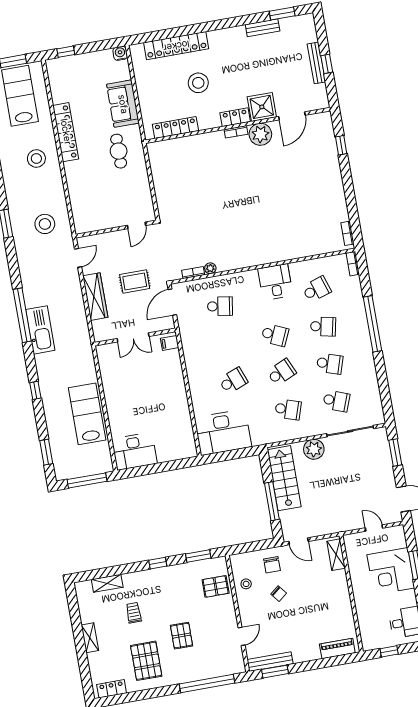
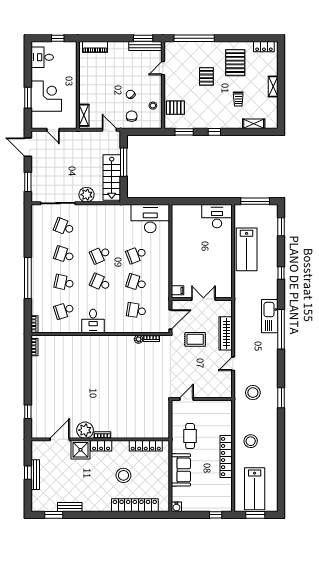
door: (136, 225) -> (187, 399), moved
wall: (116, 229) -> (202, 399), moved
school desk: (288, 409) -> (136, 283), moved

